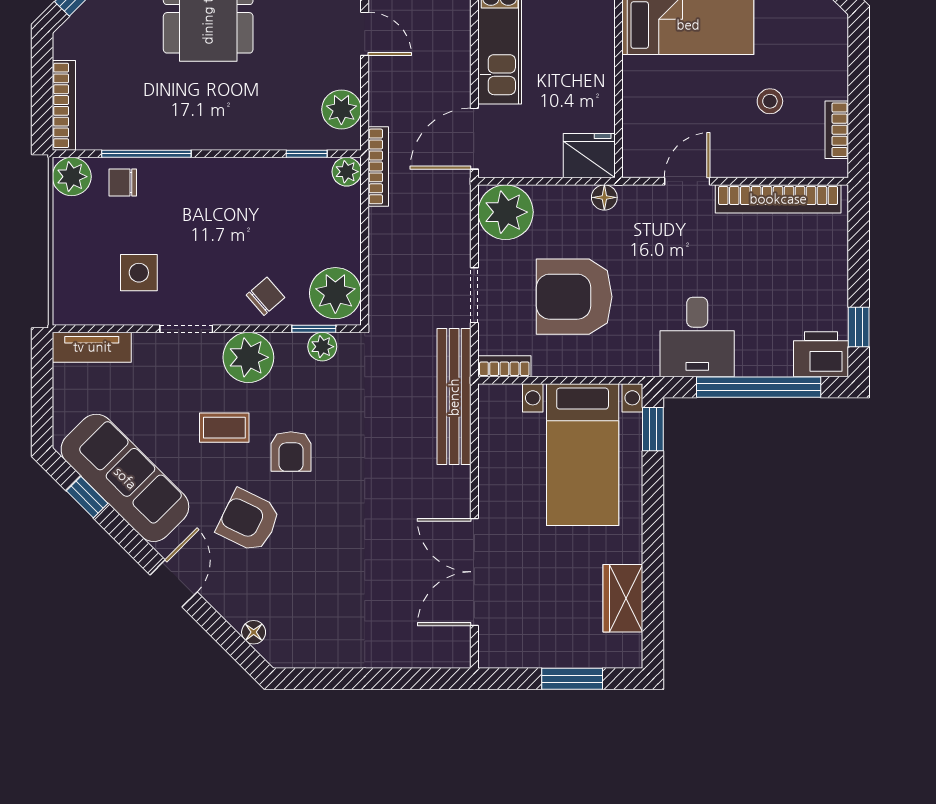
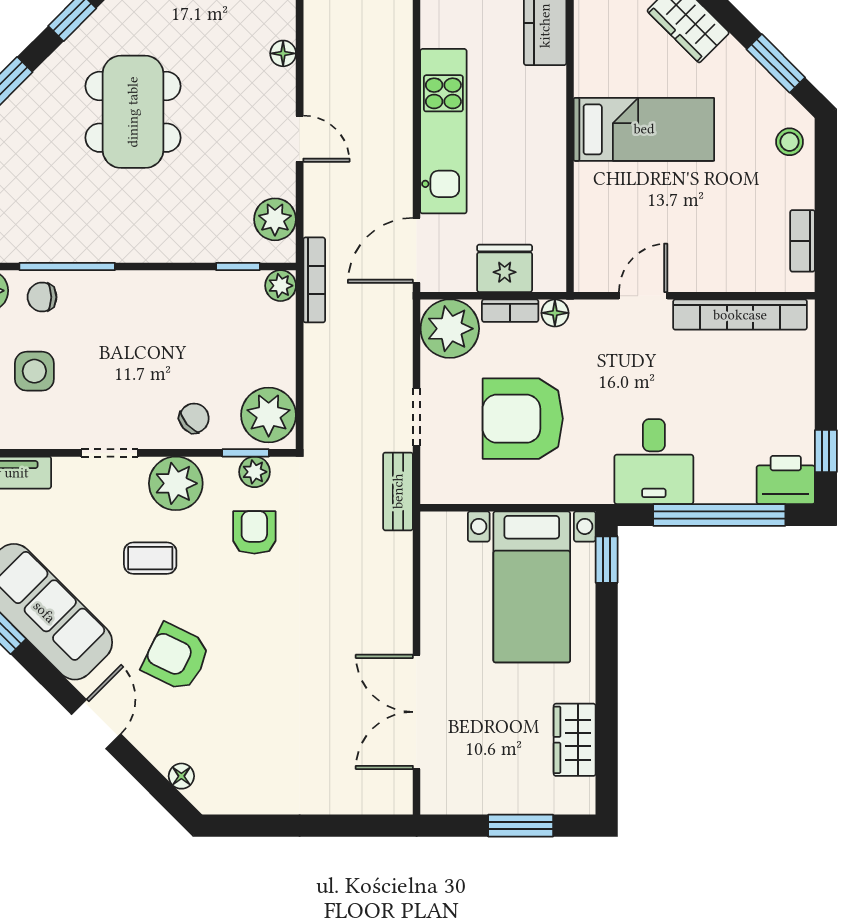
stool: (770, 101) -> (790, 142), moved
fridge: (589, 156) -> (505, 268), moved
side table: (139, 273) -> (34, 371), moved
bookcase: (504, 366) -> (510, 311), moved, turned 180
bench: (454, 397) -> (398, 491), width x0.54, depth x0.82
armchair: (291, 451) -> (254, 532), moved, turned 180

